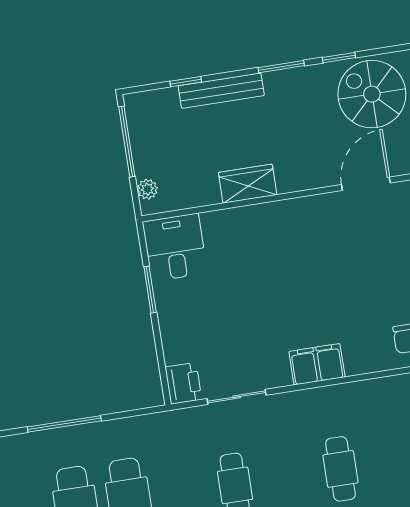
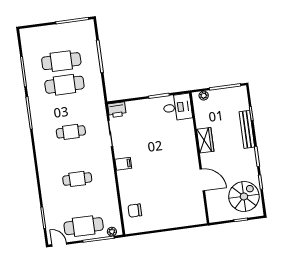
door: (366, 184) -> (202, 180), moved
filing cabinet: (317, 364) -> (123, 164), width x0.50

